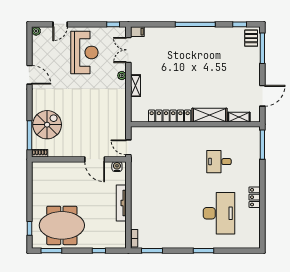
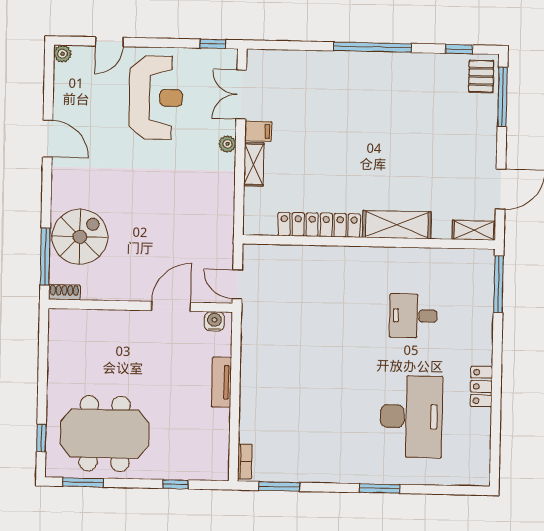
filing cabinet: (137, 32) -> (258, 131), moved
shelving: (239, 117) -> (474, 230), moved
door: (95, 159) -> (171, 306), swing flipped
tv unit: (121, 203) -> (221, 382), width x0.71

